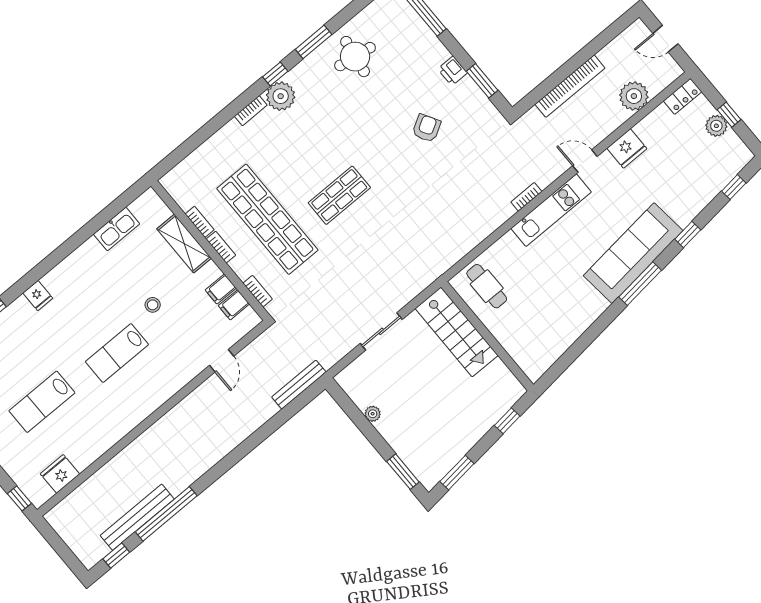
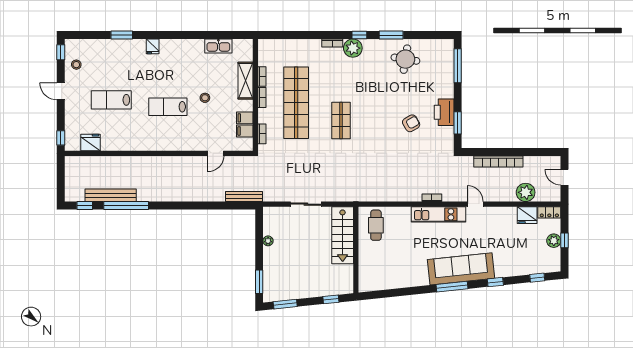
printer: (453, 71) -> (444, 112), width x1.87, depth x1.48
fridge: (627, 148) -> (527, 215), moved
shop shelf: (339, 195) -> (341, 120), turned 90

